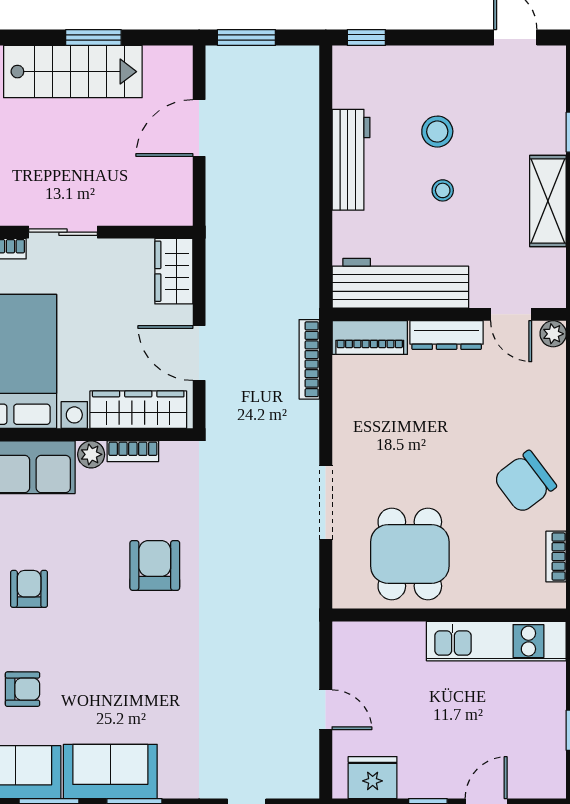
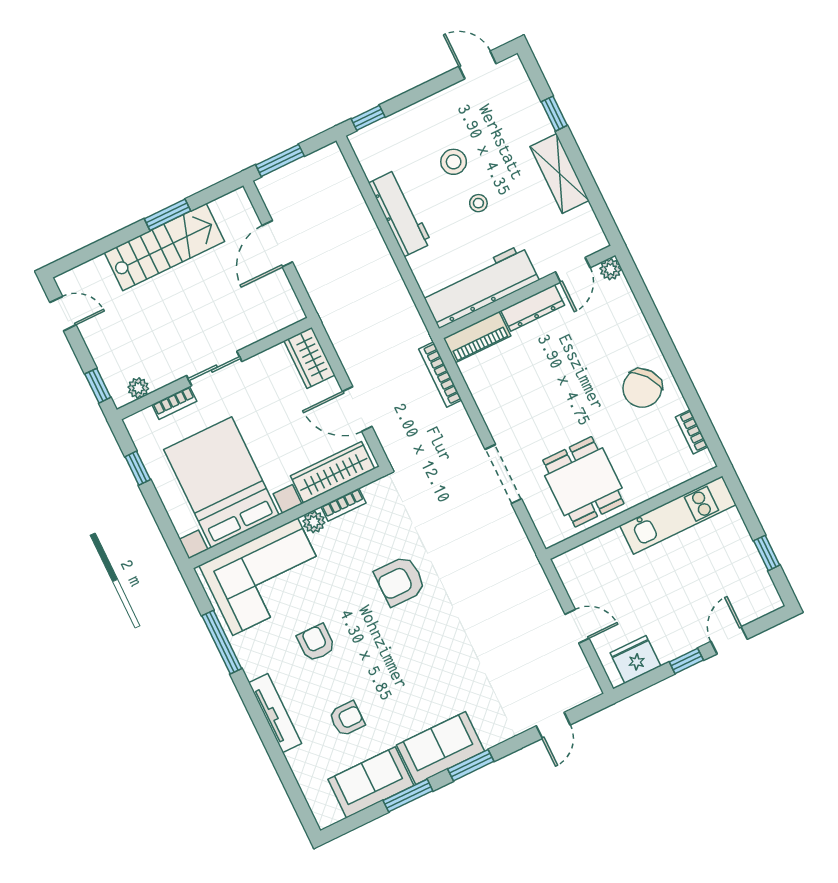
door: (511, 314) -> (573, 270), hinge flipped
armchair: (155, 565) -> (400, 581), turned -90

